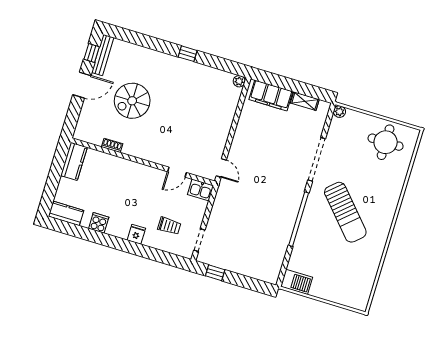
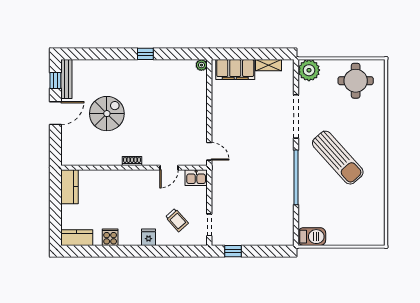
spiral stairs: (132, 101) -> (107, 114), turned 180
plant: (339, 112) -> (309, 70), width x1.88, depth x1.88
shoe rack: (112, 145) -> (132, 161), moved
trolley: (169, 226) -> (177, 220), turned 48

